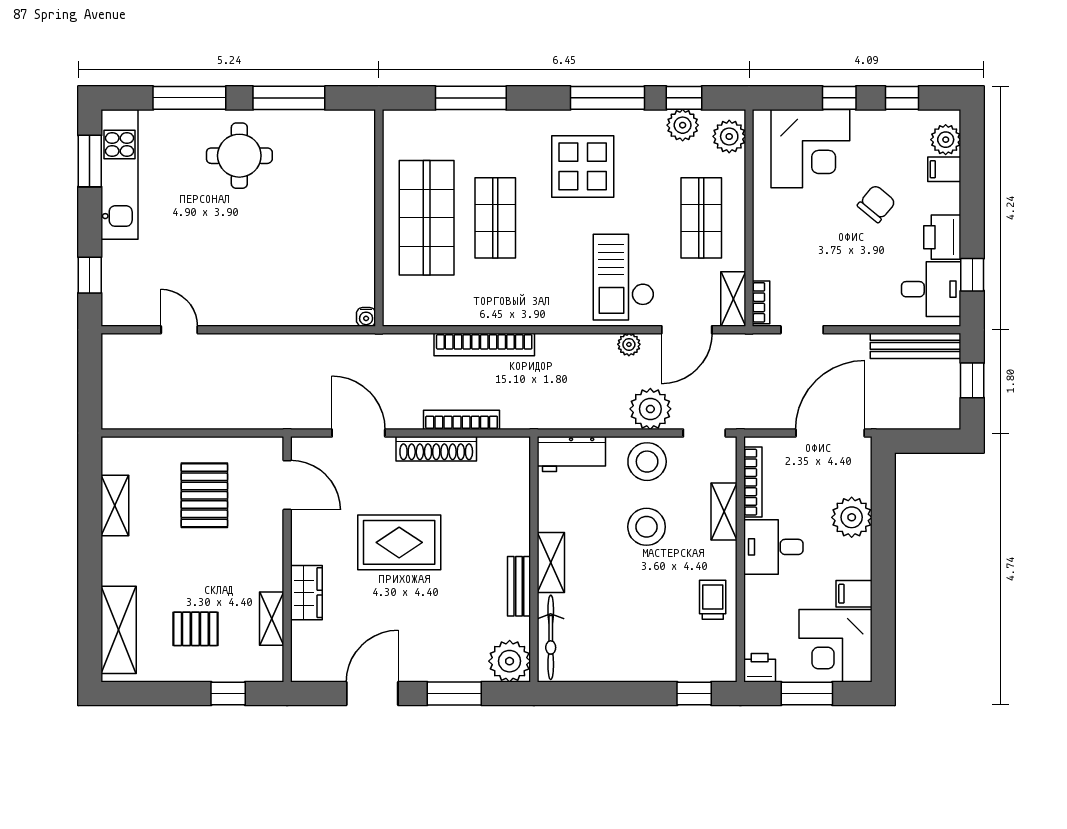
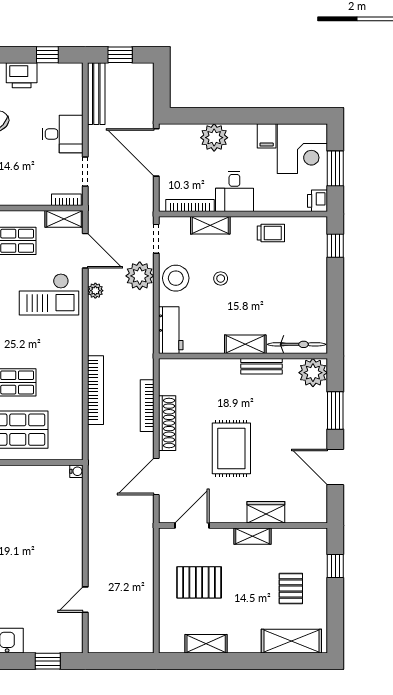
desk: (931, 289) -> (63, 134), moved, turned 90
stool: (647, 527) -> (221, 278), width x0.53, depth x0.53
trolley: (713, 600) -> (271, 233), turned 180
shelving: (272, 619) -> (252, 536), moved

